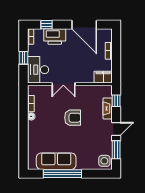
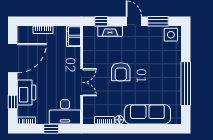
armchair: (73, 118) -> (121, 72), turned 180
sofa: (56, 161) -> (147, 114), moved, turned 90

